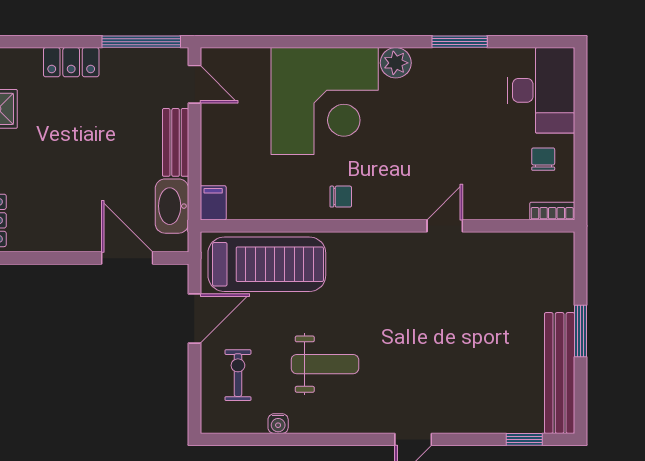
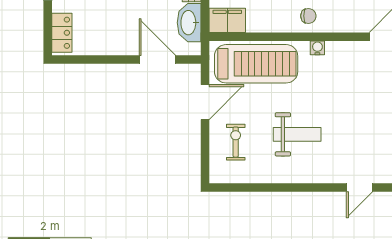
filing cabinet: (213, 203) -> (227, 20), width x2.00
water cooler: (278, 424) -> (317, 48), moved, turned 180

